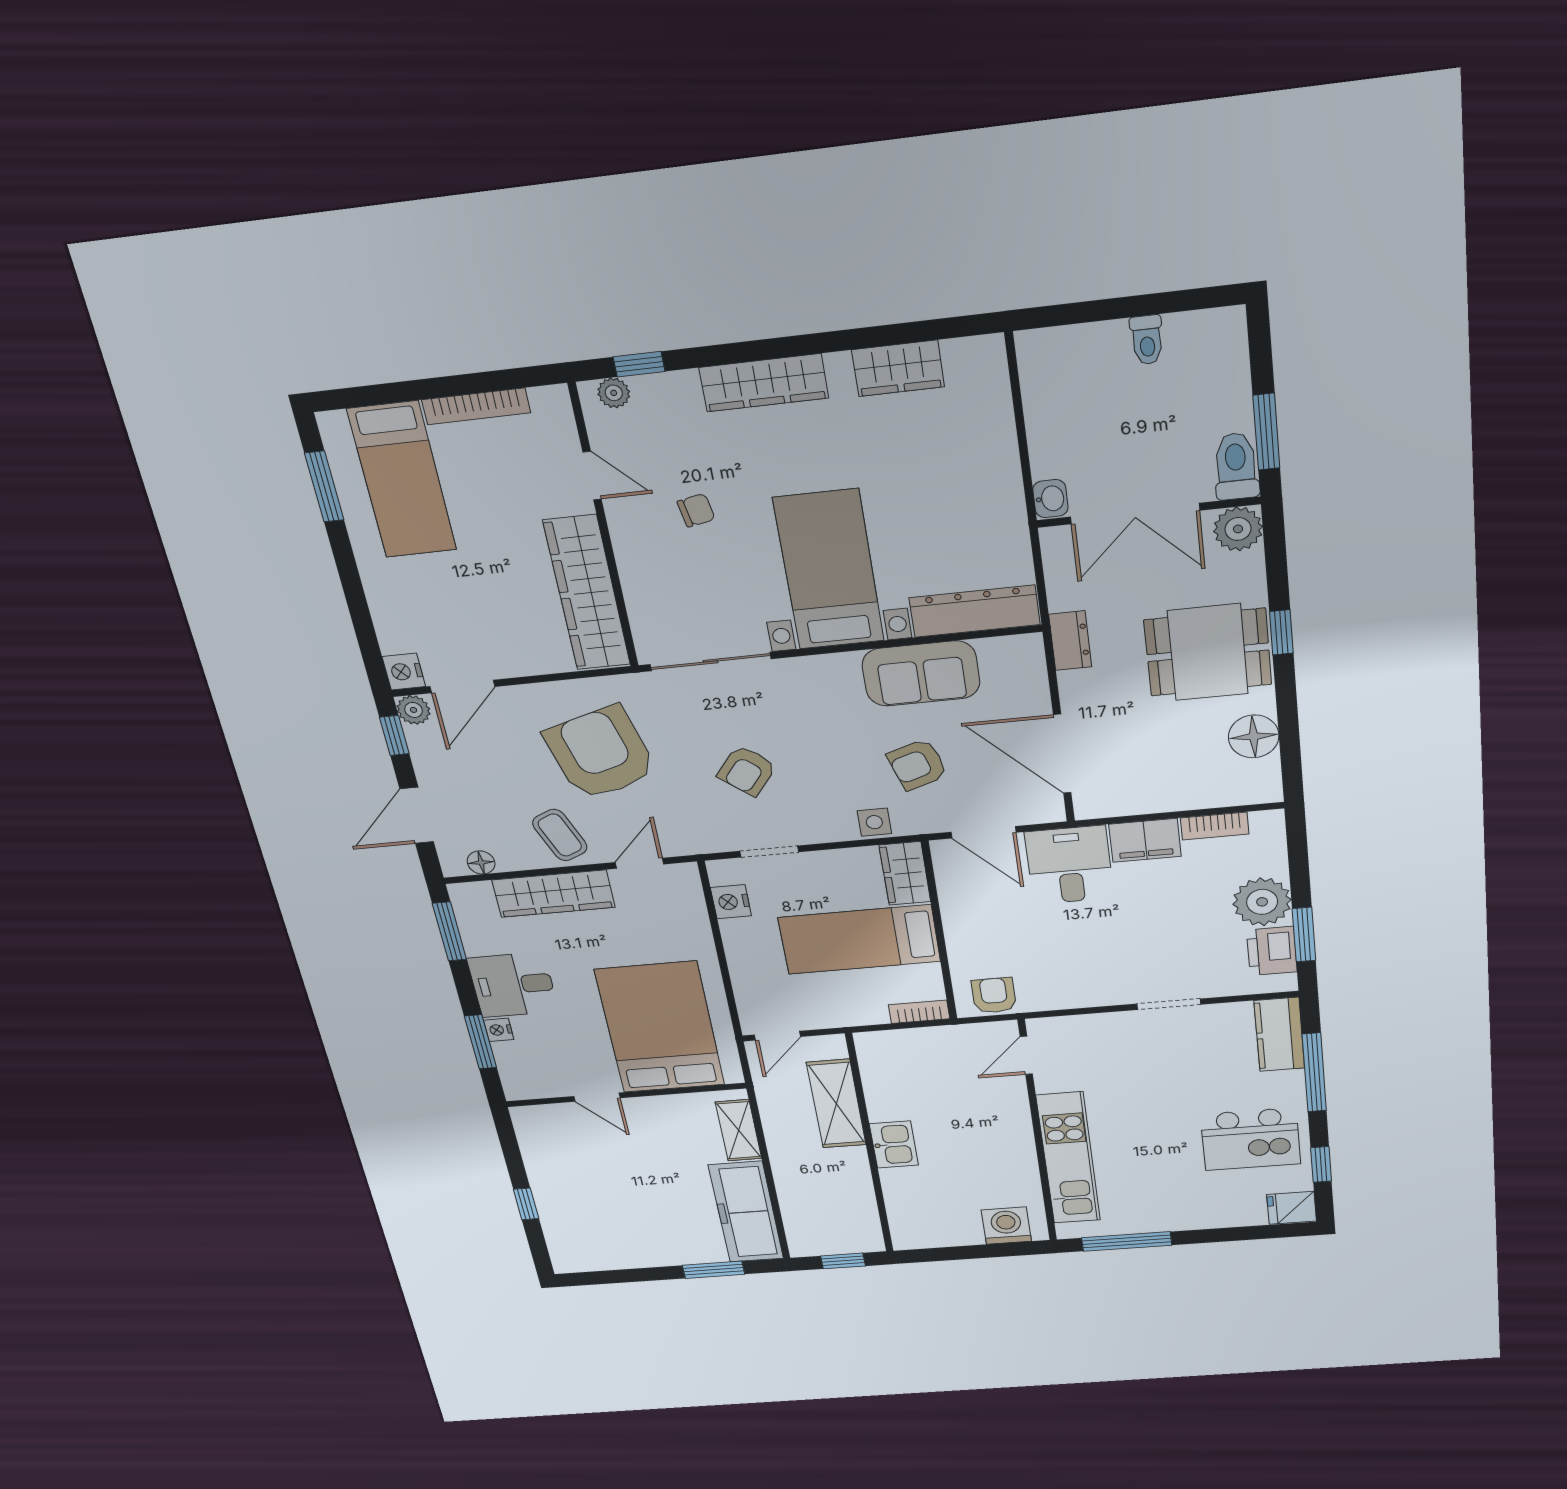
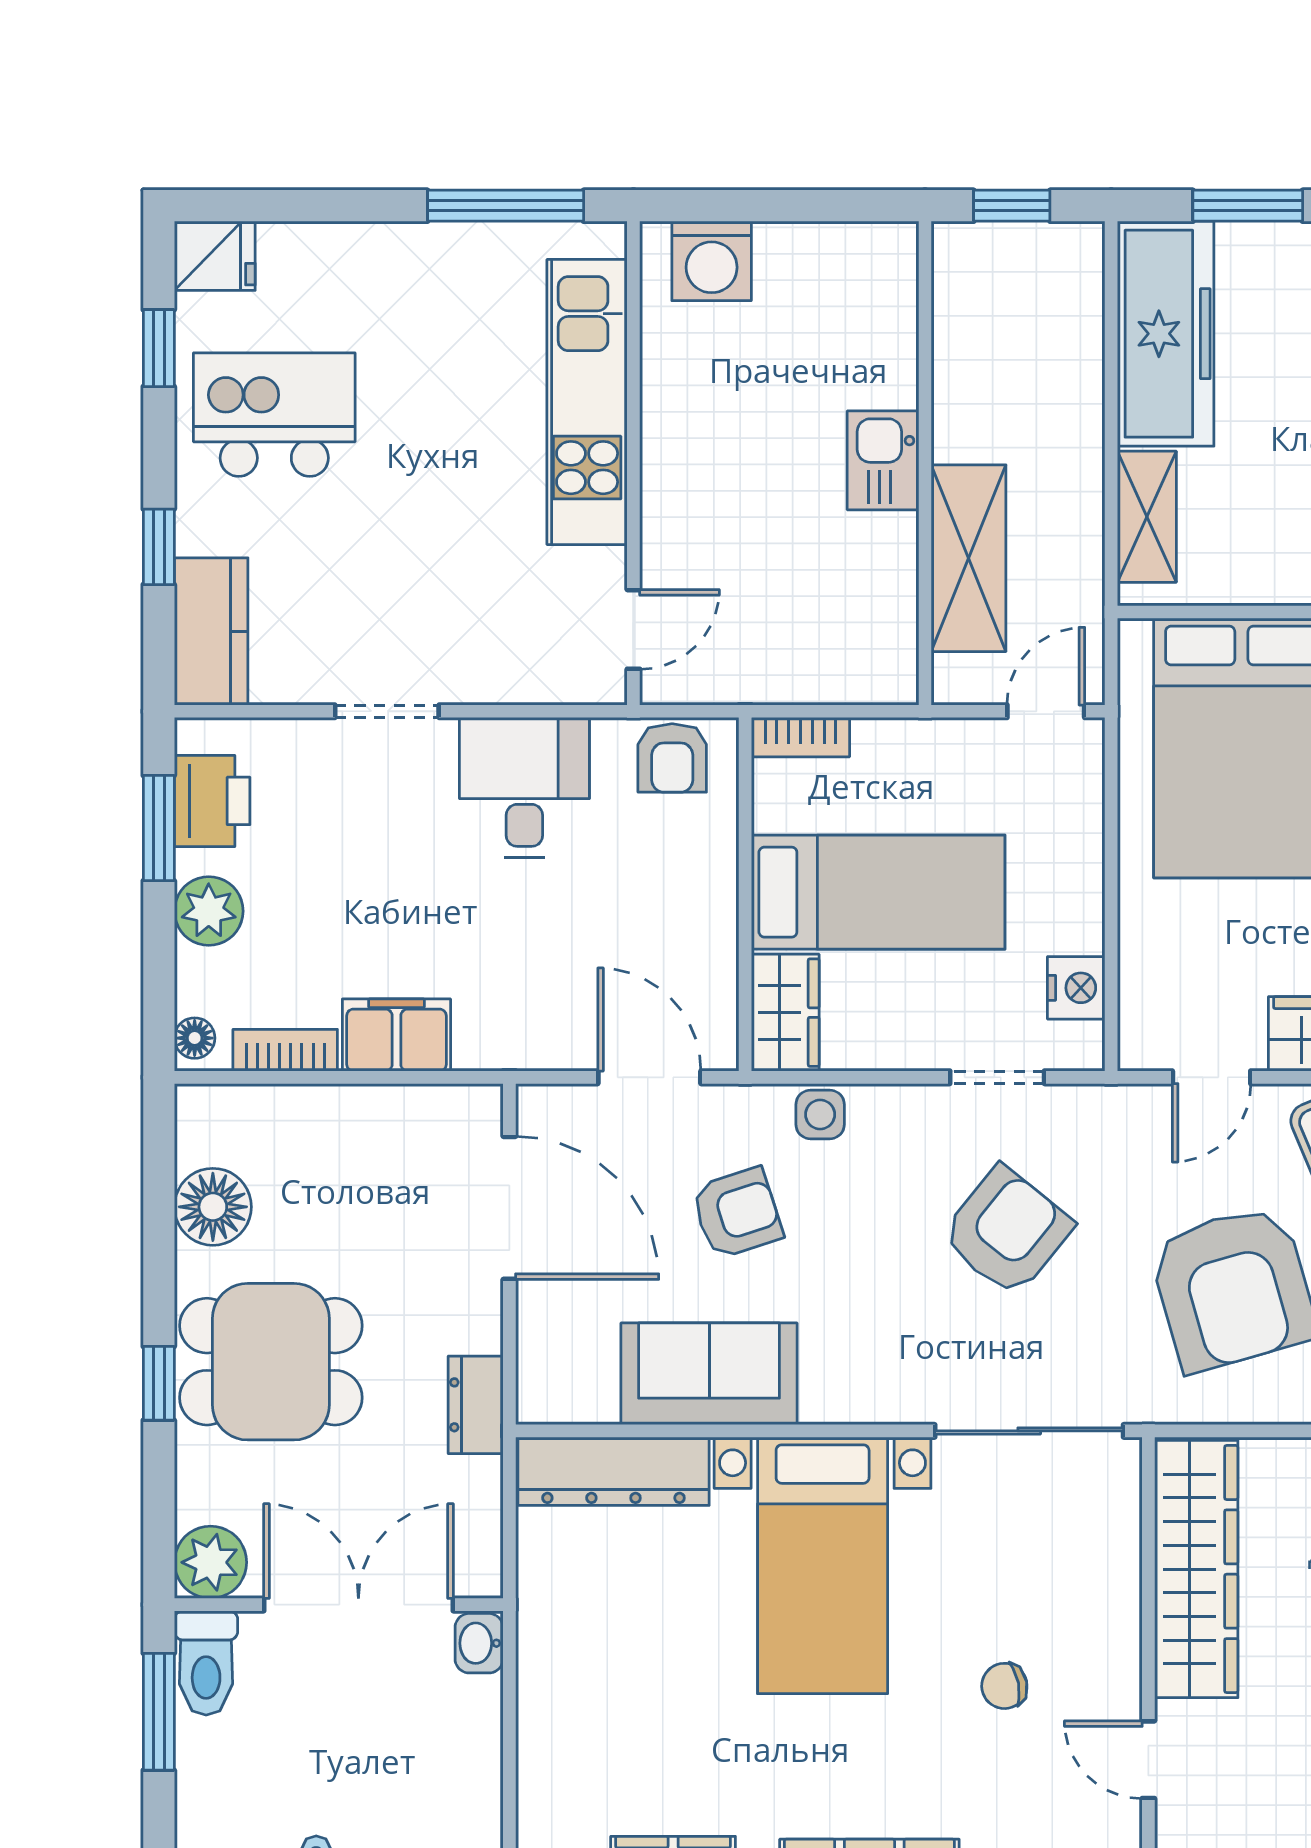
armchair: (747, 771) -> (1007, 1231), width x1.38, depth x1.38
floor lamp: (1273, 827) -> (195, 1038), added
desk: (1069, 865) -> (524, 788), moved, turned 180
plant: (1262, 902) -> (209, 911), width x0.73, depth x0.73
window: (1314, 1072) -> (159, 547), width x0.46

